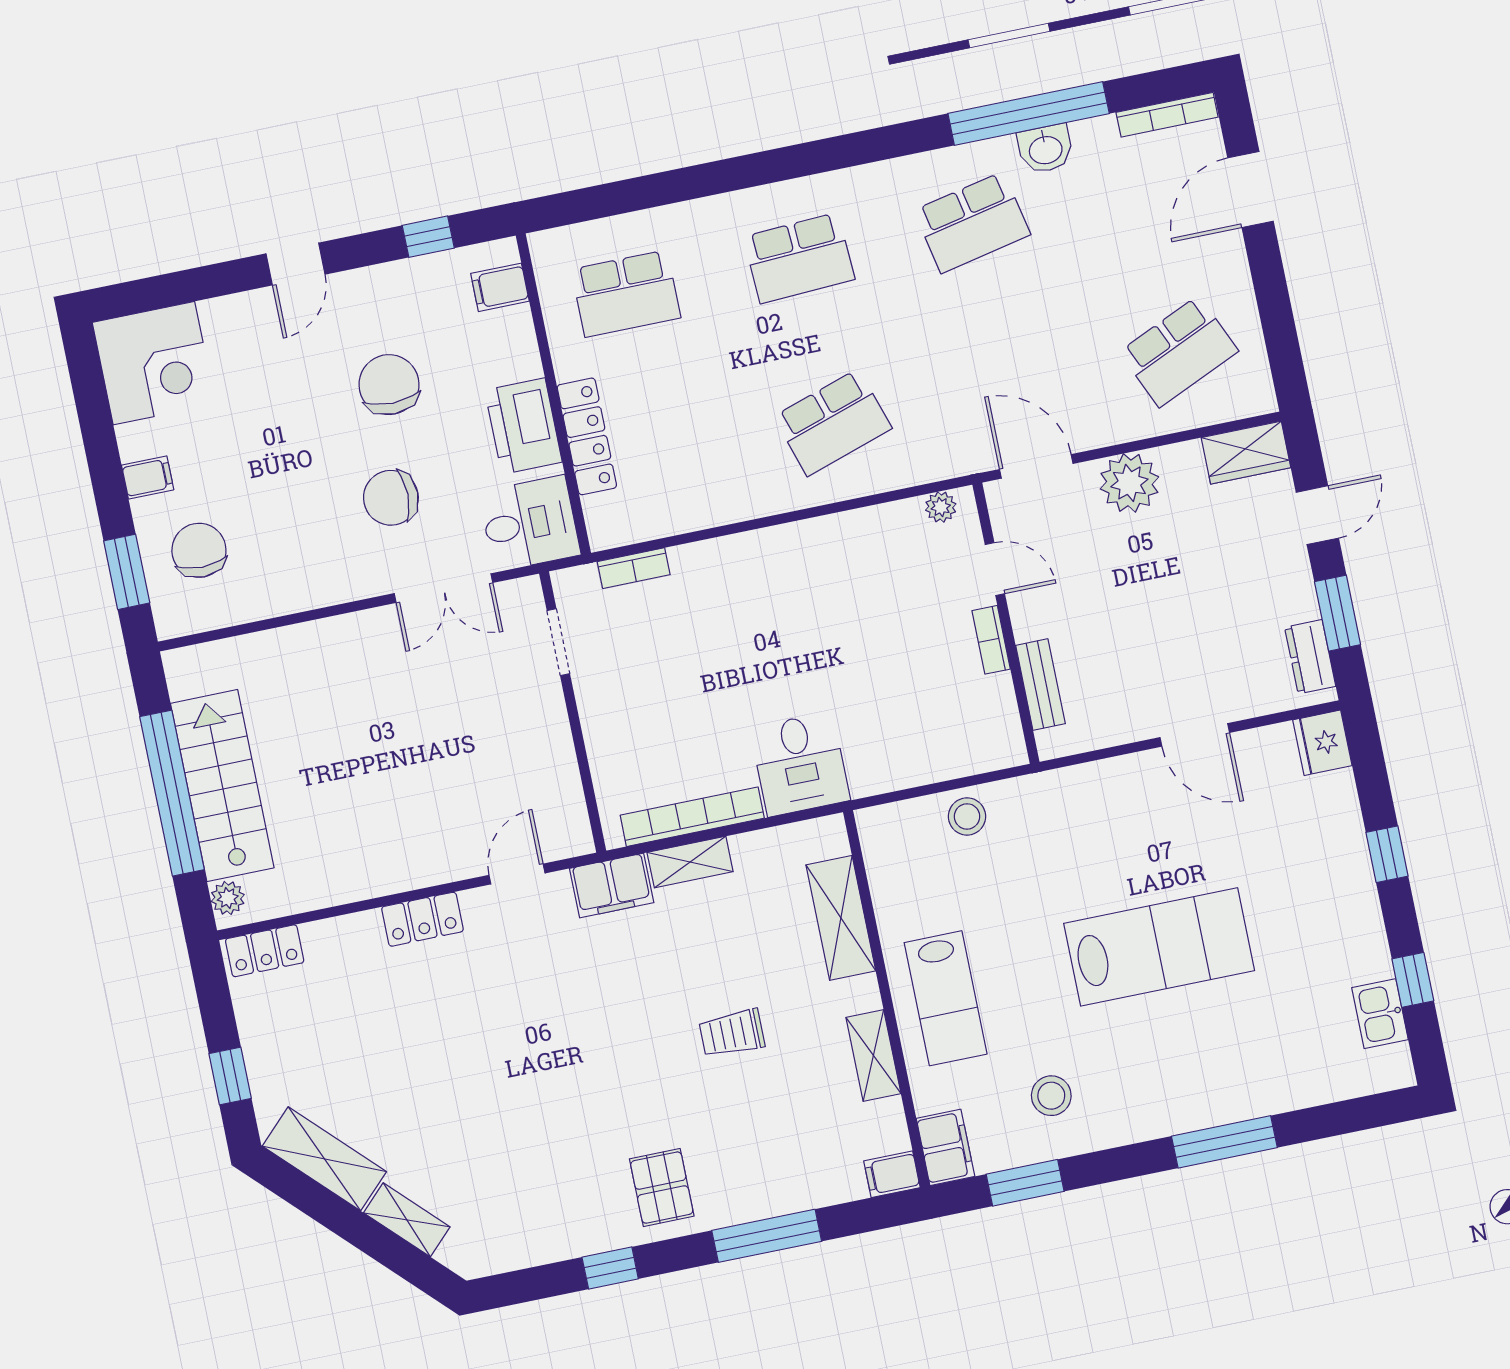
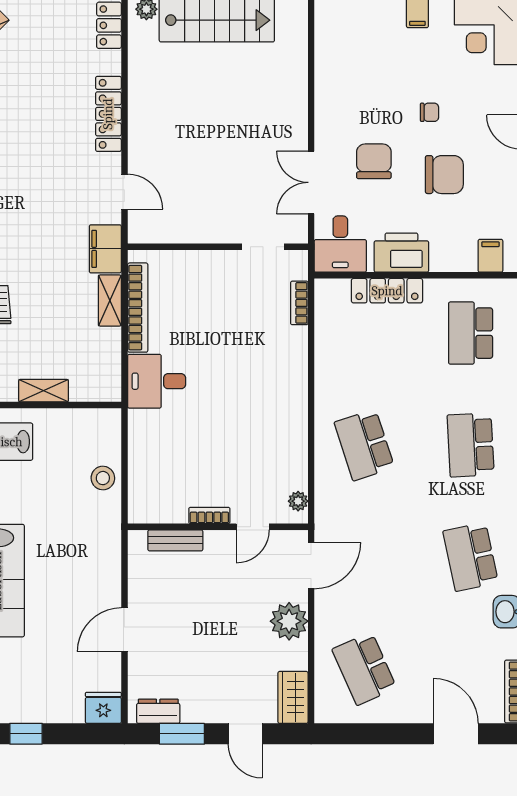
chair: (199, 550) -> (430, 112), moved, width x0.54, depth x0.54
shelving: (841, 918) -> (44, 391), width x0.67, depth x0.75
locker: (422, 919) -> (108, 114), width x1.53

